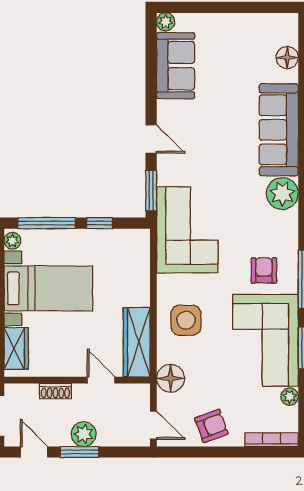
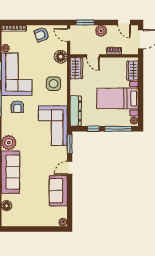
sofa: (176, 66) -> (58, 191), moved
door: (151, 139) -> (70, 168), hinge flipped
dresser: (138, 262) -> (76, 111), added
wardrobe: (137, 342) -> (76, 68), width x0.67
window: (80, 452) -> (85, 22), moved

